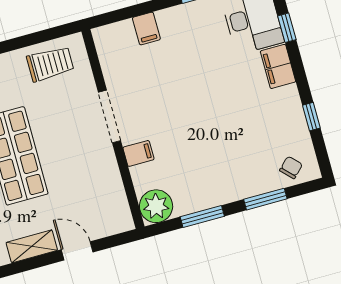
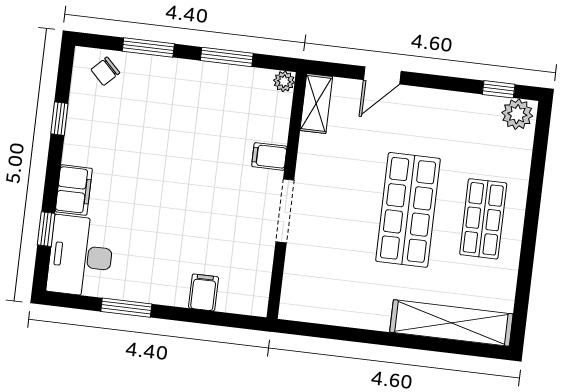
trolley: (50, 64) -> (327, 297), removed
plant: (156, 206) -> (284, 81), width x0.53, depth x0.53
shelving: (32, 246) -> (316, 104), moved, turned 90
door: (77, 251) -> (382, 75), hinge flipped

